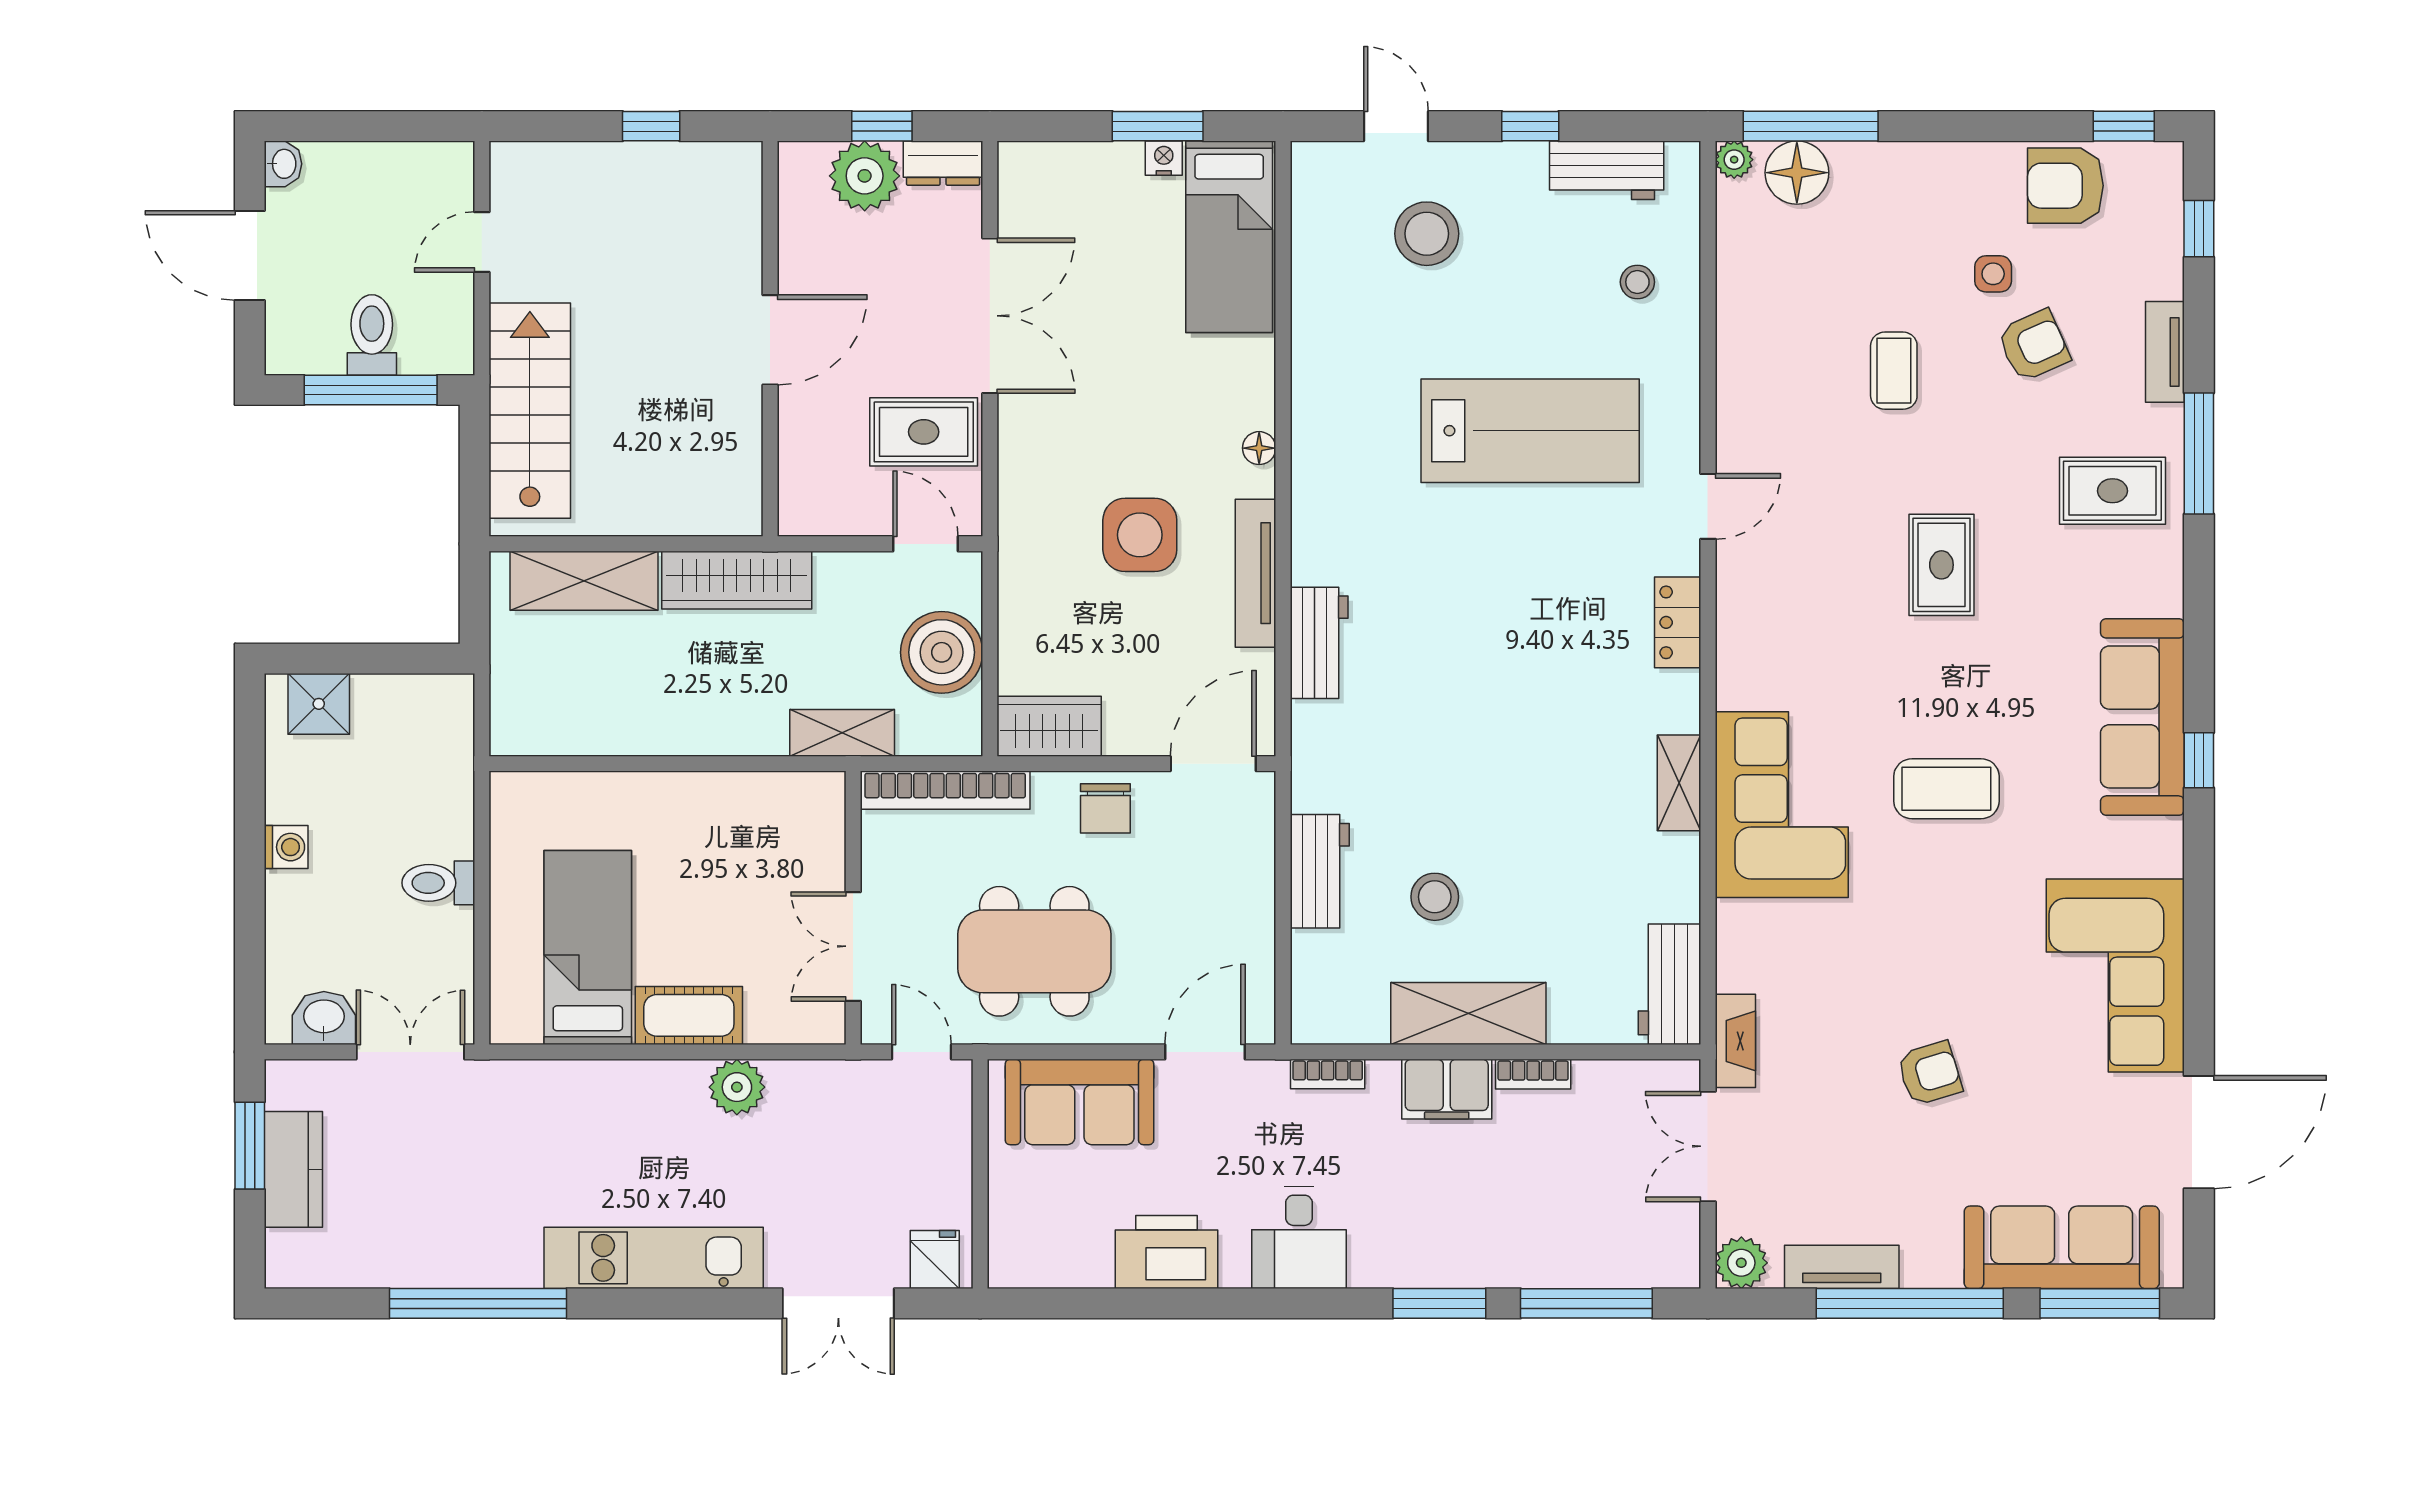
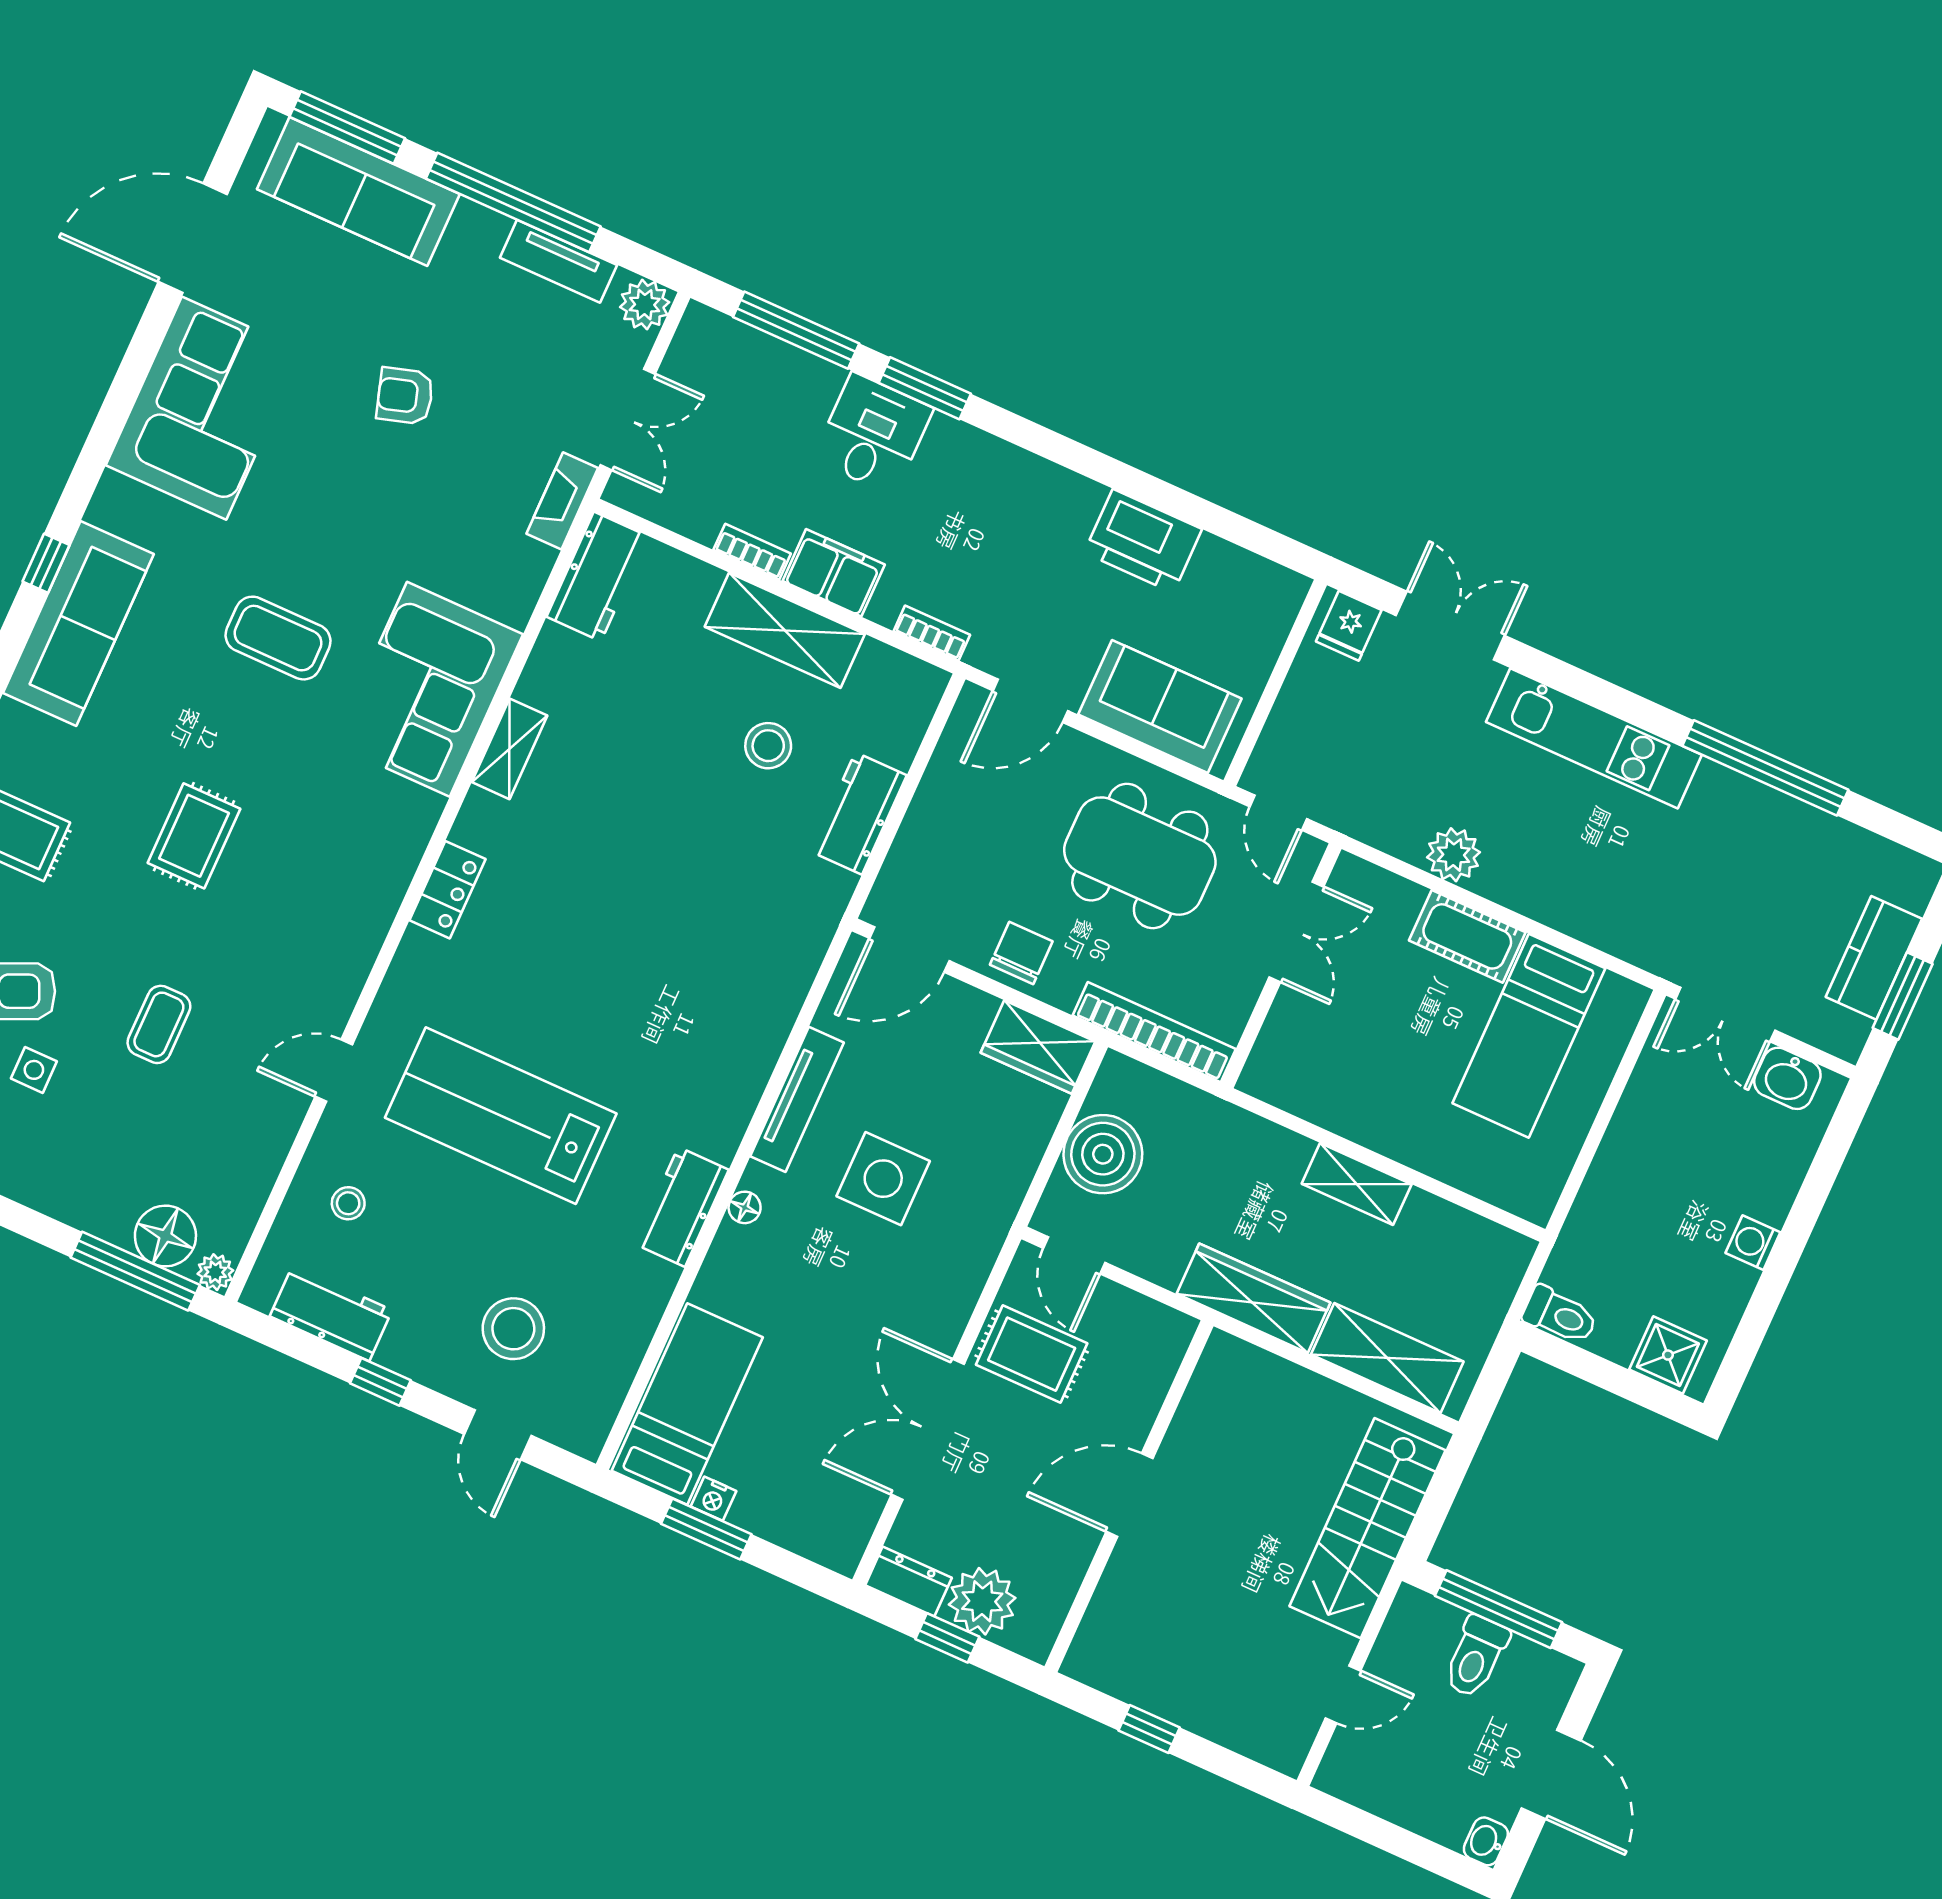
door: (1708, 506) -> (334, 1071), moved
workbench: (1319, 643) -> (682, 1207), moved
shelving: (842, 733) -> (1357, 1184), moved
toilet: (438, 883) -> (1560, 1315), moved
desk: (1299, 1238) -> (873, 434), moved

